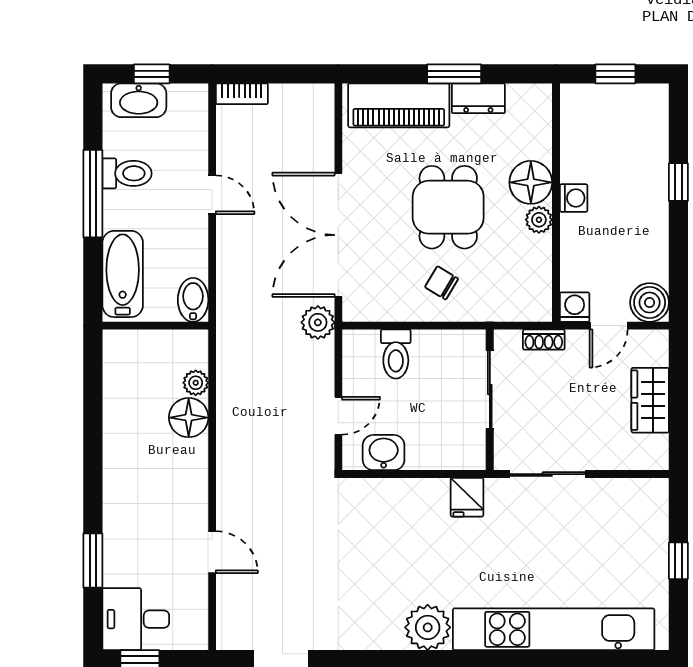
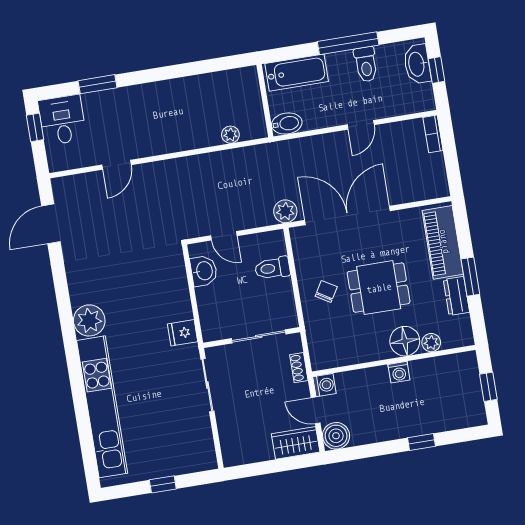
plant: (539, 220) -> (431, 343), moved
wardrobe: (650, 400) -> (296, 443), moved
floor lamp: (189, 418) -> (206, 134), removed

